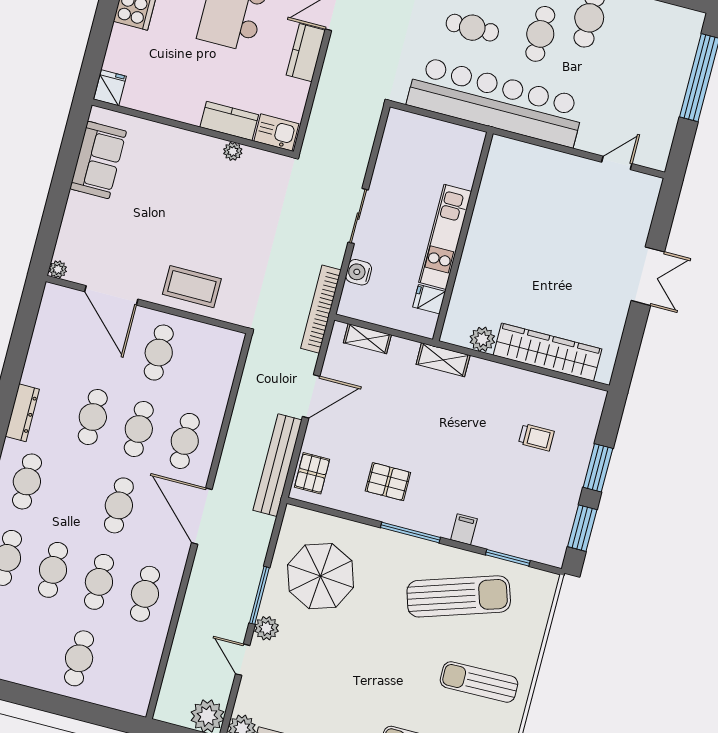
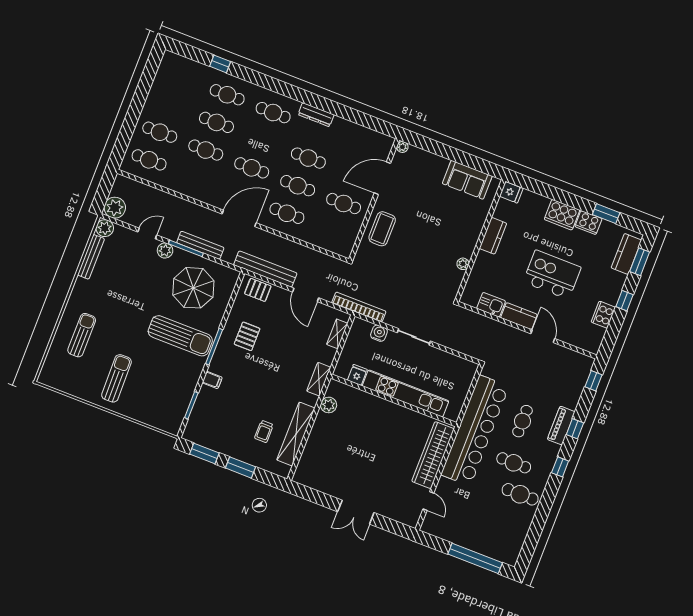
kitchen counter: (229, 121) -> (493, 236), moved
kitchen sink: (276, 132) -> (491, 305), moved, turned -90
kitchen unit: (445, 237) -> (405, 393), width x1.36
wardrobe: (548, 352) -> (433, 455), moved, turned 180
shelving: (535, 386) -> (296, 434), added
bench: (252, 573) -> (200, 245), added
cafe table: (145, 594) -> (149, 160), moved
sun lounger: (459, 596) -> (180, 336), moved, turned -72

